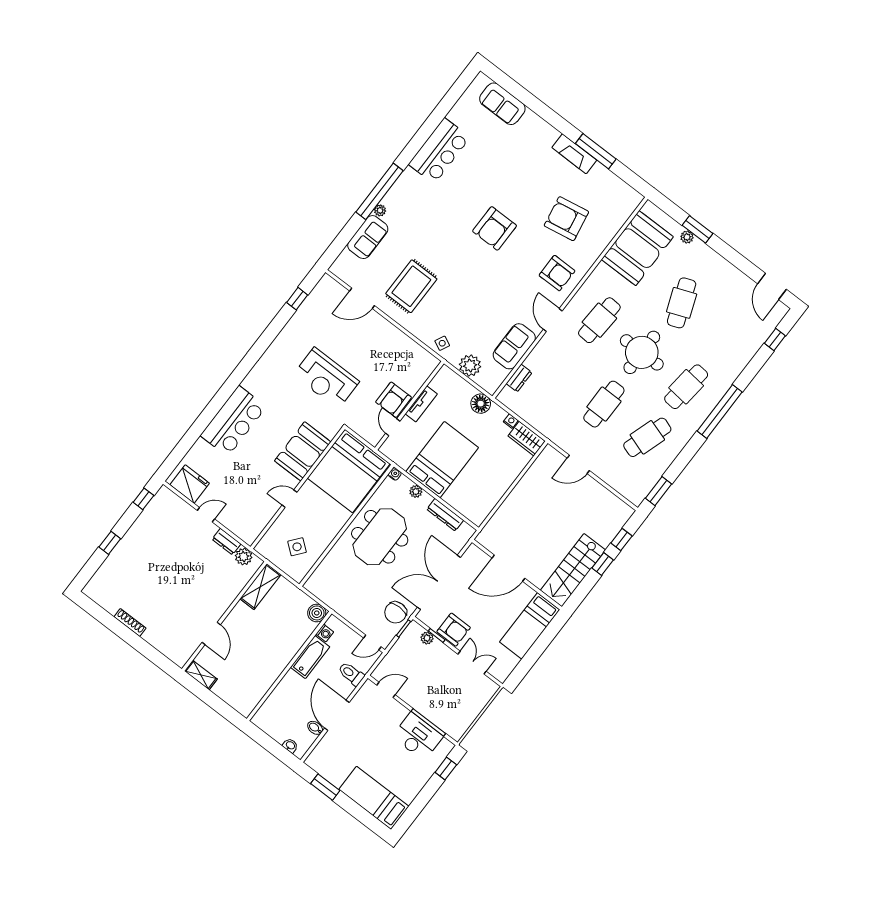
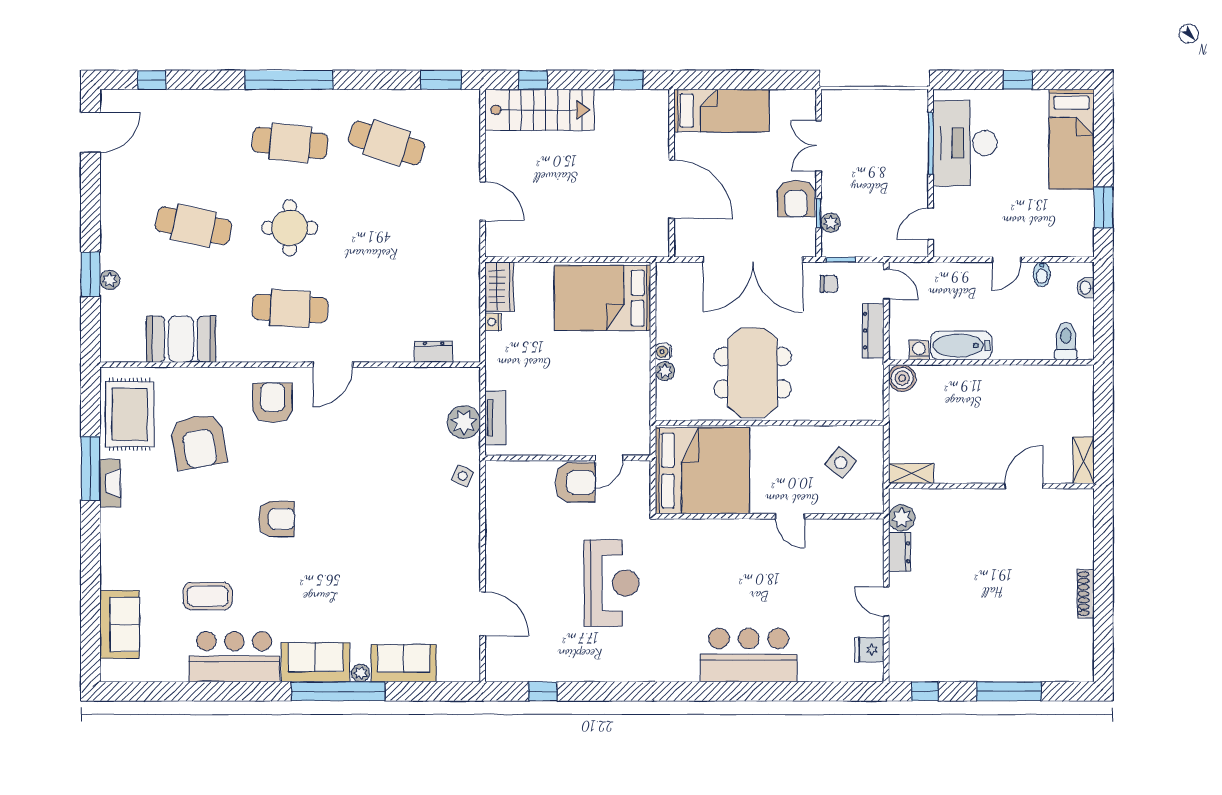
fireplace: (574, 154) -> (110, 483), width x0.73, depth x0.76
coffee table: (482, 161) -> (208, 596), added
armchair: (495, 228) -> (276, 519), width x0.73, depth x0.73
booth: (637, 248) -> (181, 339), width x0.73, depth x0.70
rug: (411, 286) -> (130, 414), moved, turned 90
cafe table: (682, 303) -> (194, 226), turned 33
sofa: (514, 346) -> (316, 662), moved, turned 180
round table: (642, 352) -> (290, 228), width x0.73, depth x0.73
tv unit: (421, 404) -> (495, 418), moved, turned 90
floor lamp: (481, 404) -> (500, 374), removed
cafe table: (604, 404) -> (387, 226), removed
booth: (303, 451) -> (721, 544), removed
bed: (442, 460) -> (602, 298), moved
water cooler: (395, 474) -> (663, 352), moved
fridge: (190, 484) -> (869, 650), width x0.53, depth x0.75
dresser: (445, 515) -> (873, 331), moved, turned 180
meeting table: (380, 537) -> (753, 373), turned 90
window: (110, 543) -> (1009, 691), width x2.17
window: (603, 564) -> (629, 80), moved
stairs: (573, 570) -> (540, 110), moved
shelving: (260, 587) -> (911, 473), width x0.67, depth x0.75
chair: (396, 612) -> (829, 284), width x0.54, depth x0.54
armchair: (454, 630) -> (796, 198), turned 180
toilet: (351, 674) -> (1066, 341), moved, turned 180
door: (386, 690) -> (931, 224), hinge flipped
door: (337, 715) -> (1006, 260), width x0.53
desk: (418, 737) -> (965, 143), width x1.36, depth x1.30
window: (446, 768) -> (1018, 80), moved

